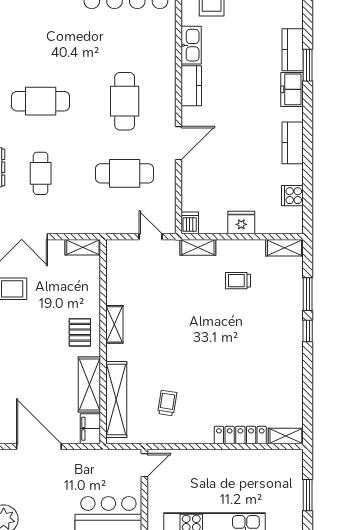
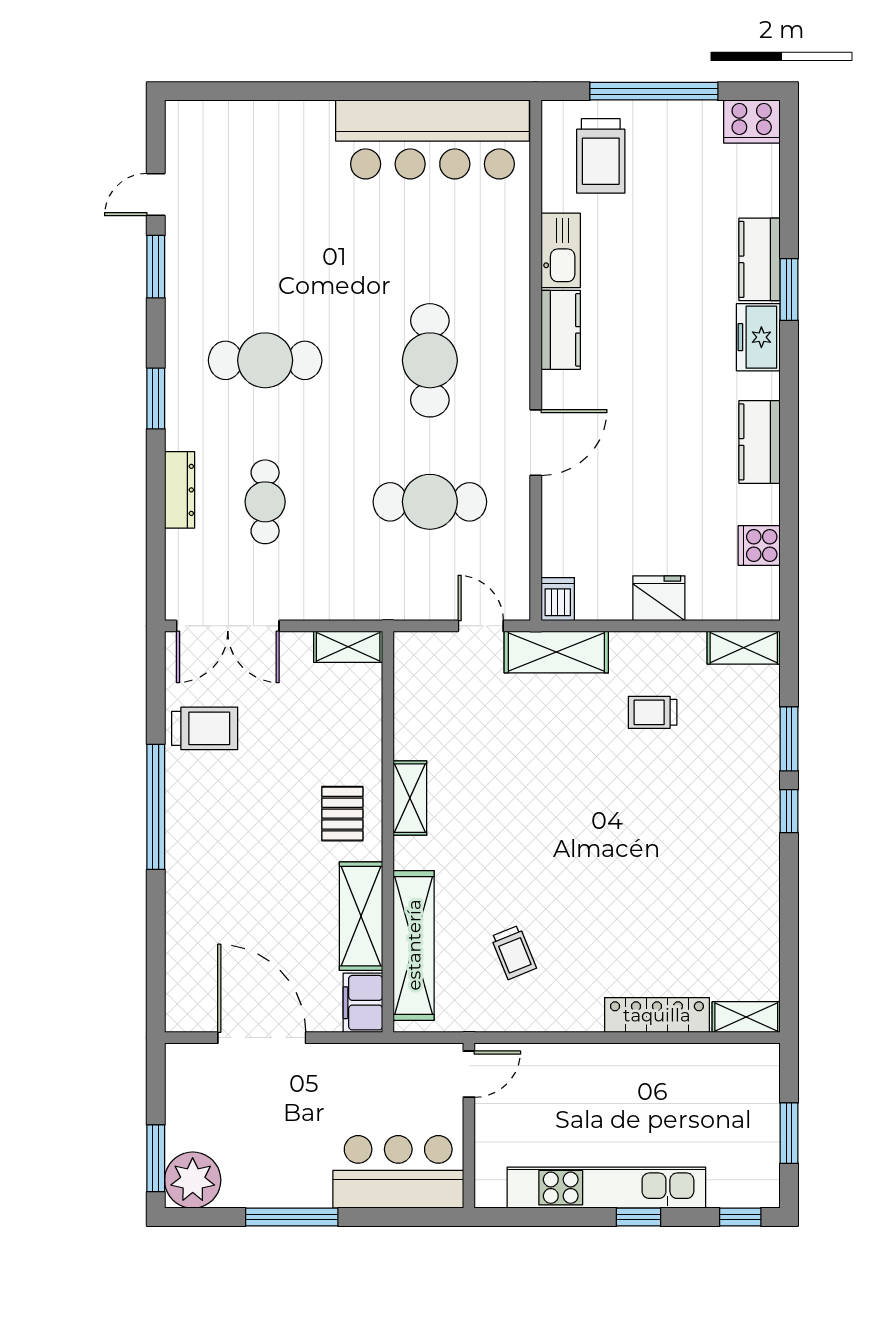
shelving: (198, 247) -> (556, 652), width x1.50, depth x1.33
trolley: (167, 403) -> (514, 952), turned 149

